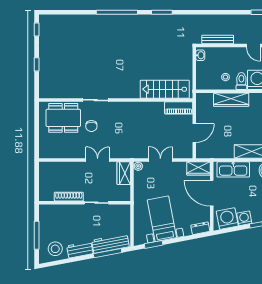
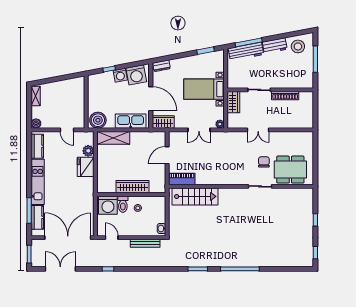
wardrobe: (124, 173) -> (233, 102), moved
bed with nightstands: (162, 219) -> (204, 89), moved, turned 101

